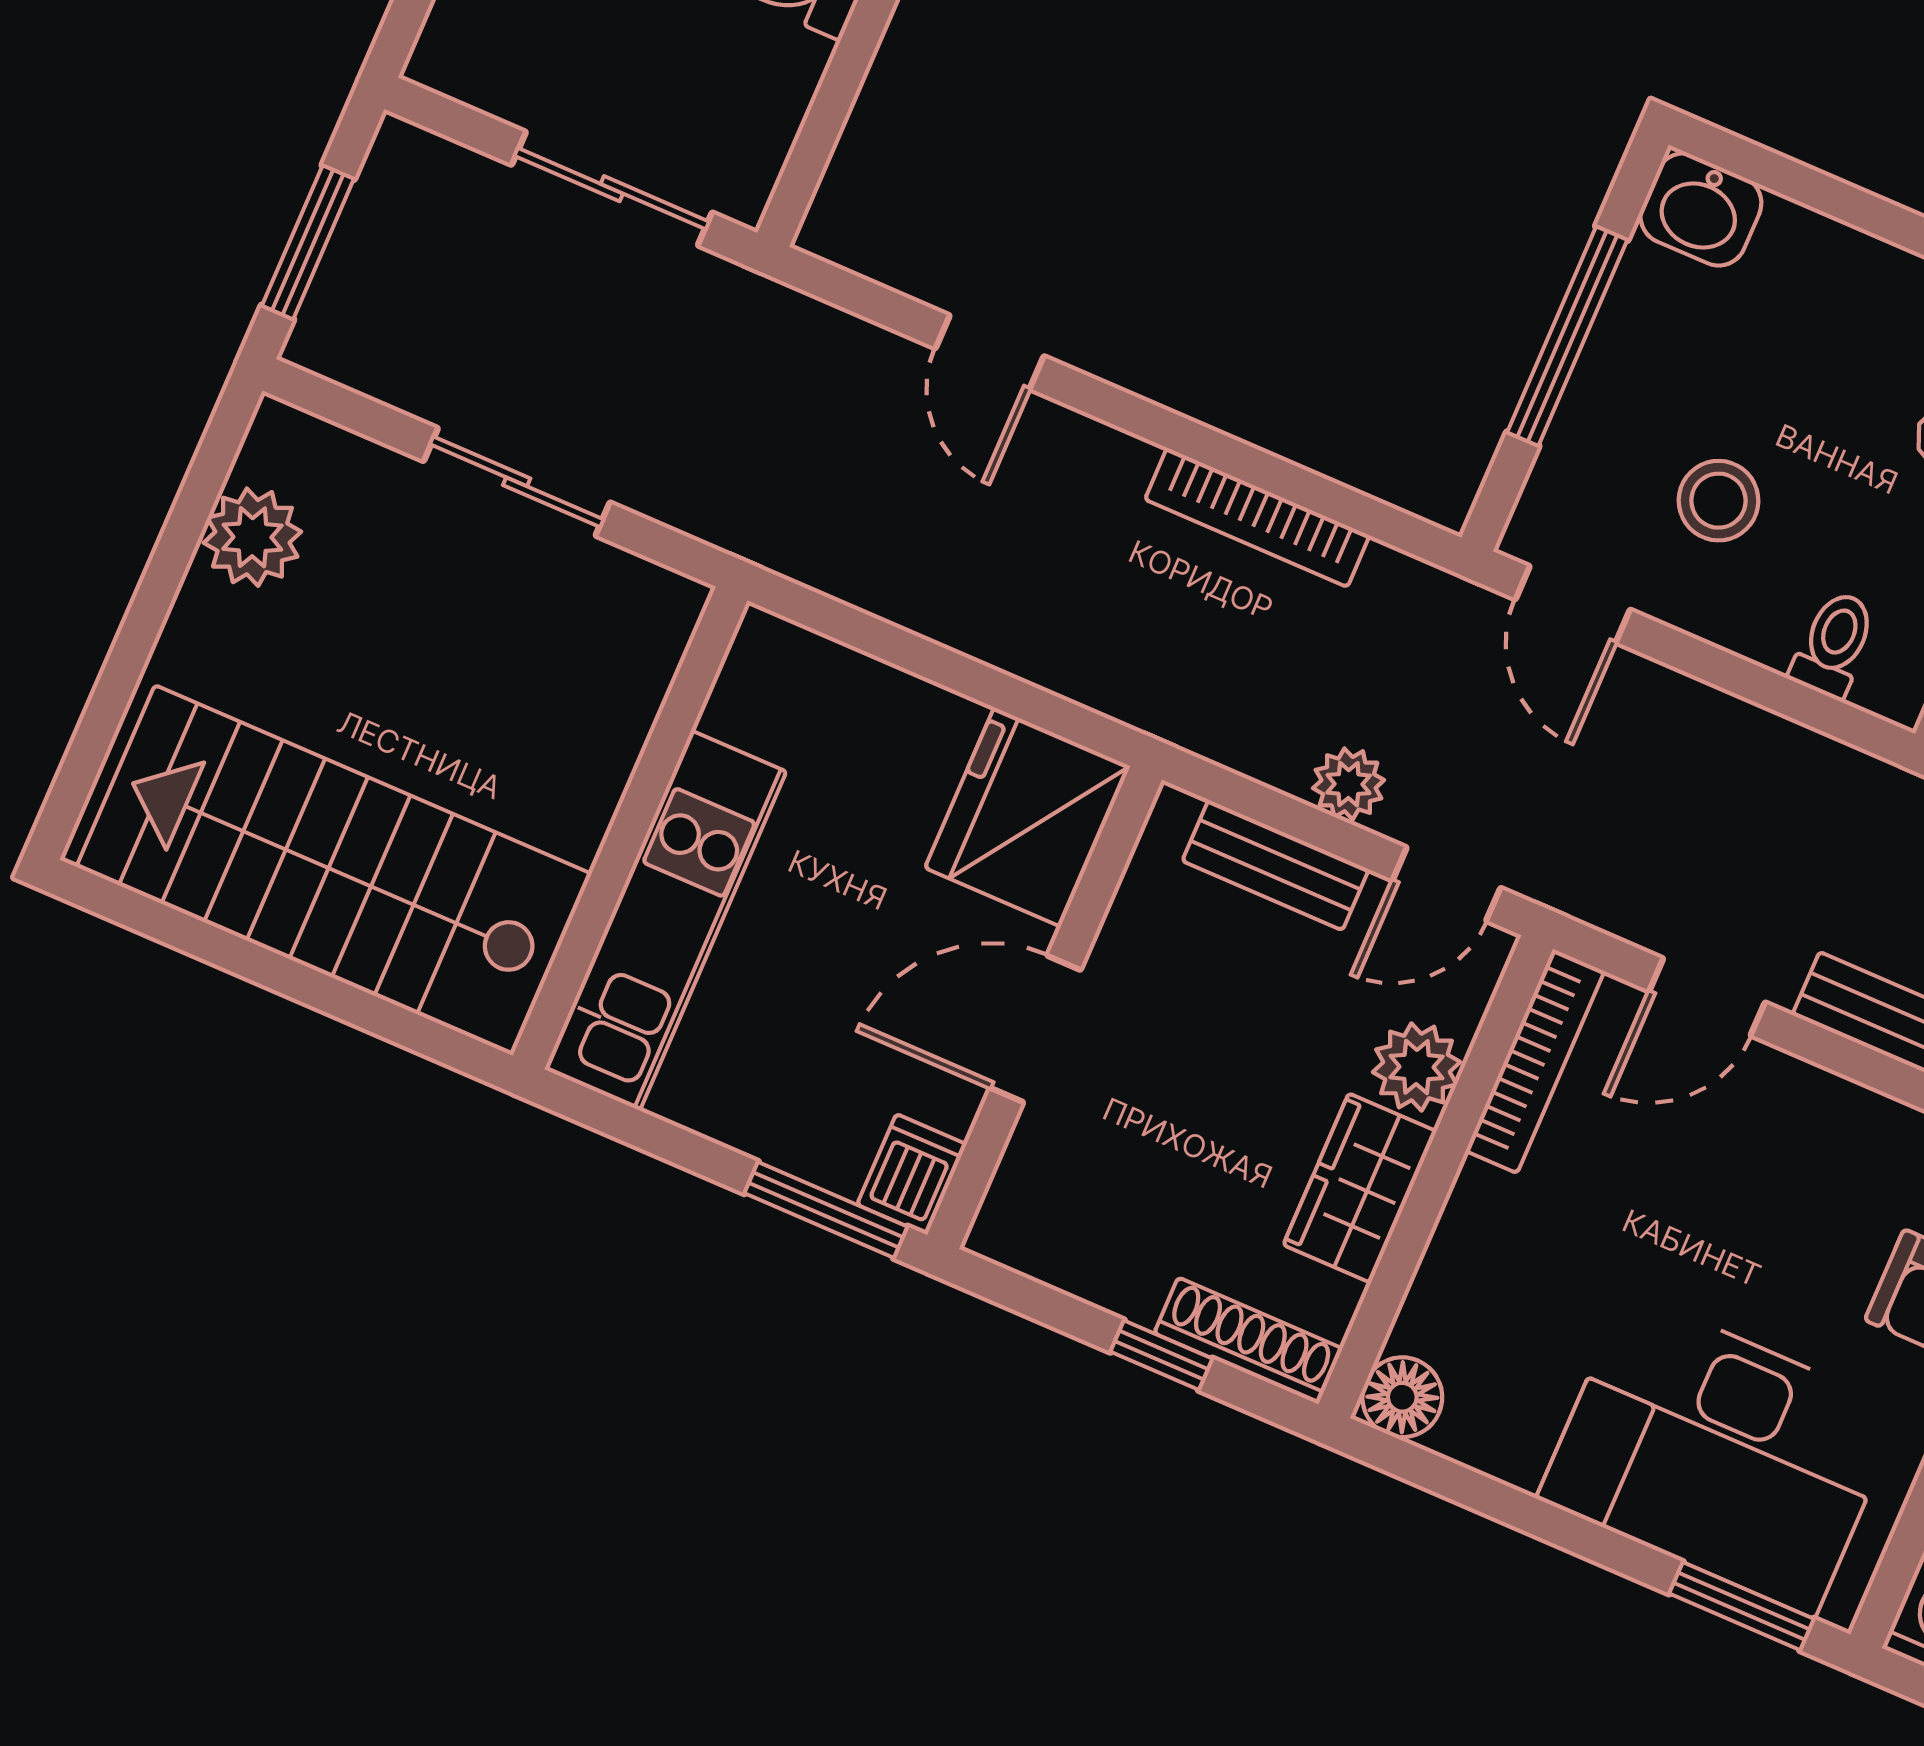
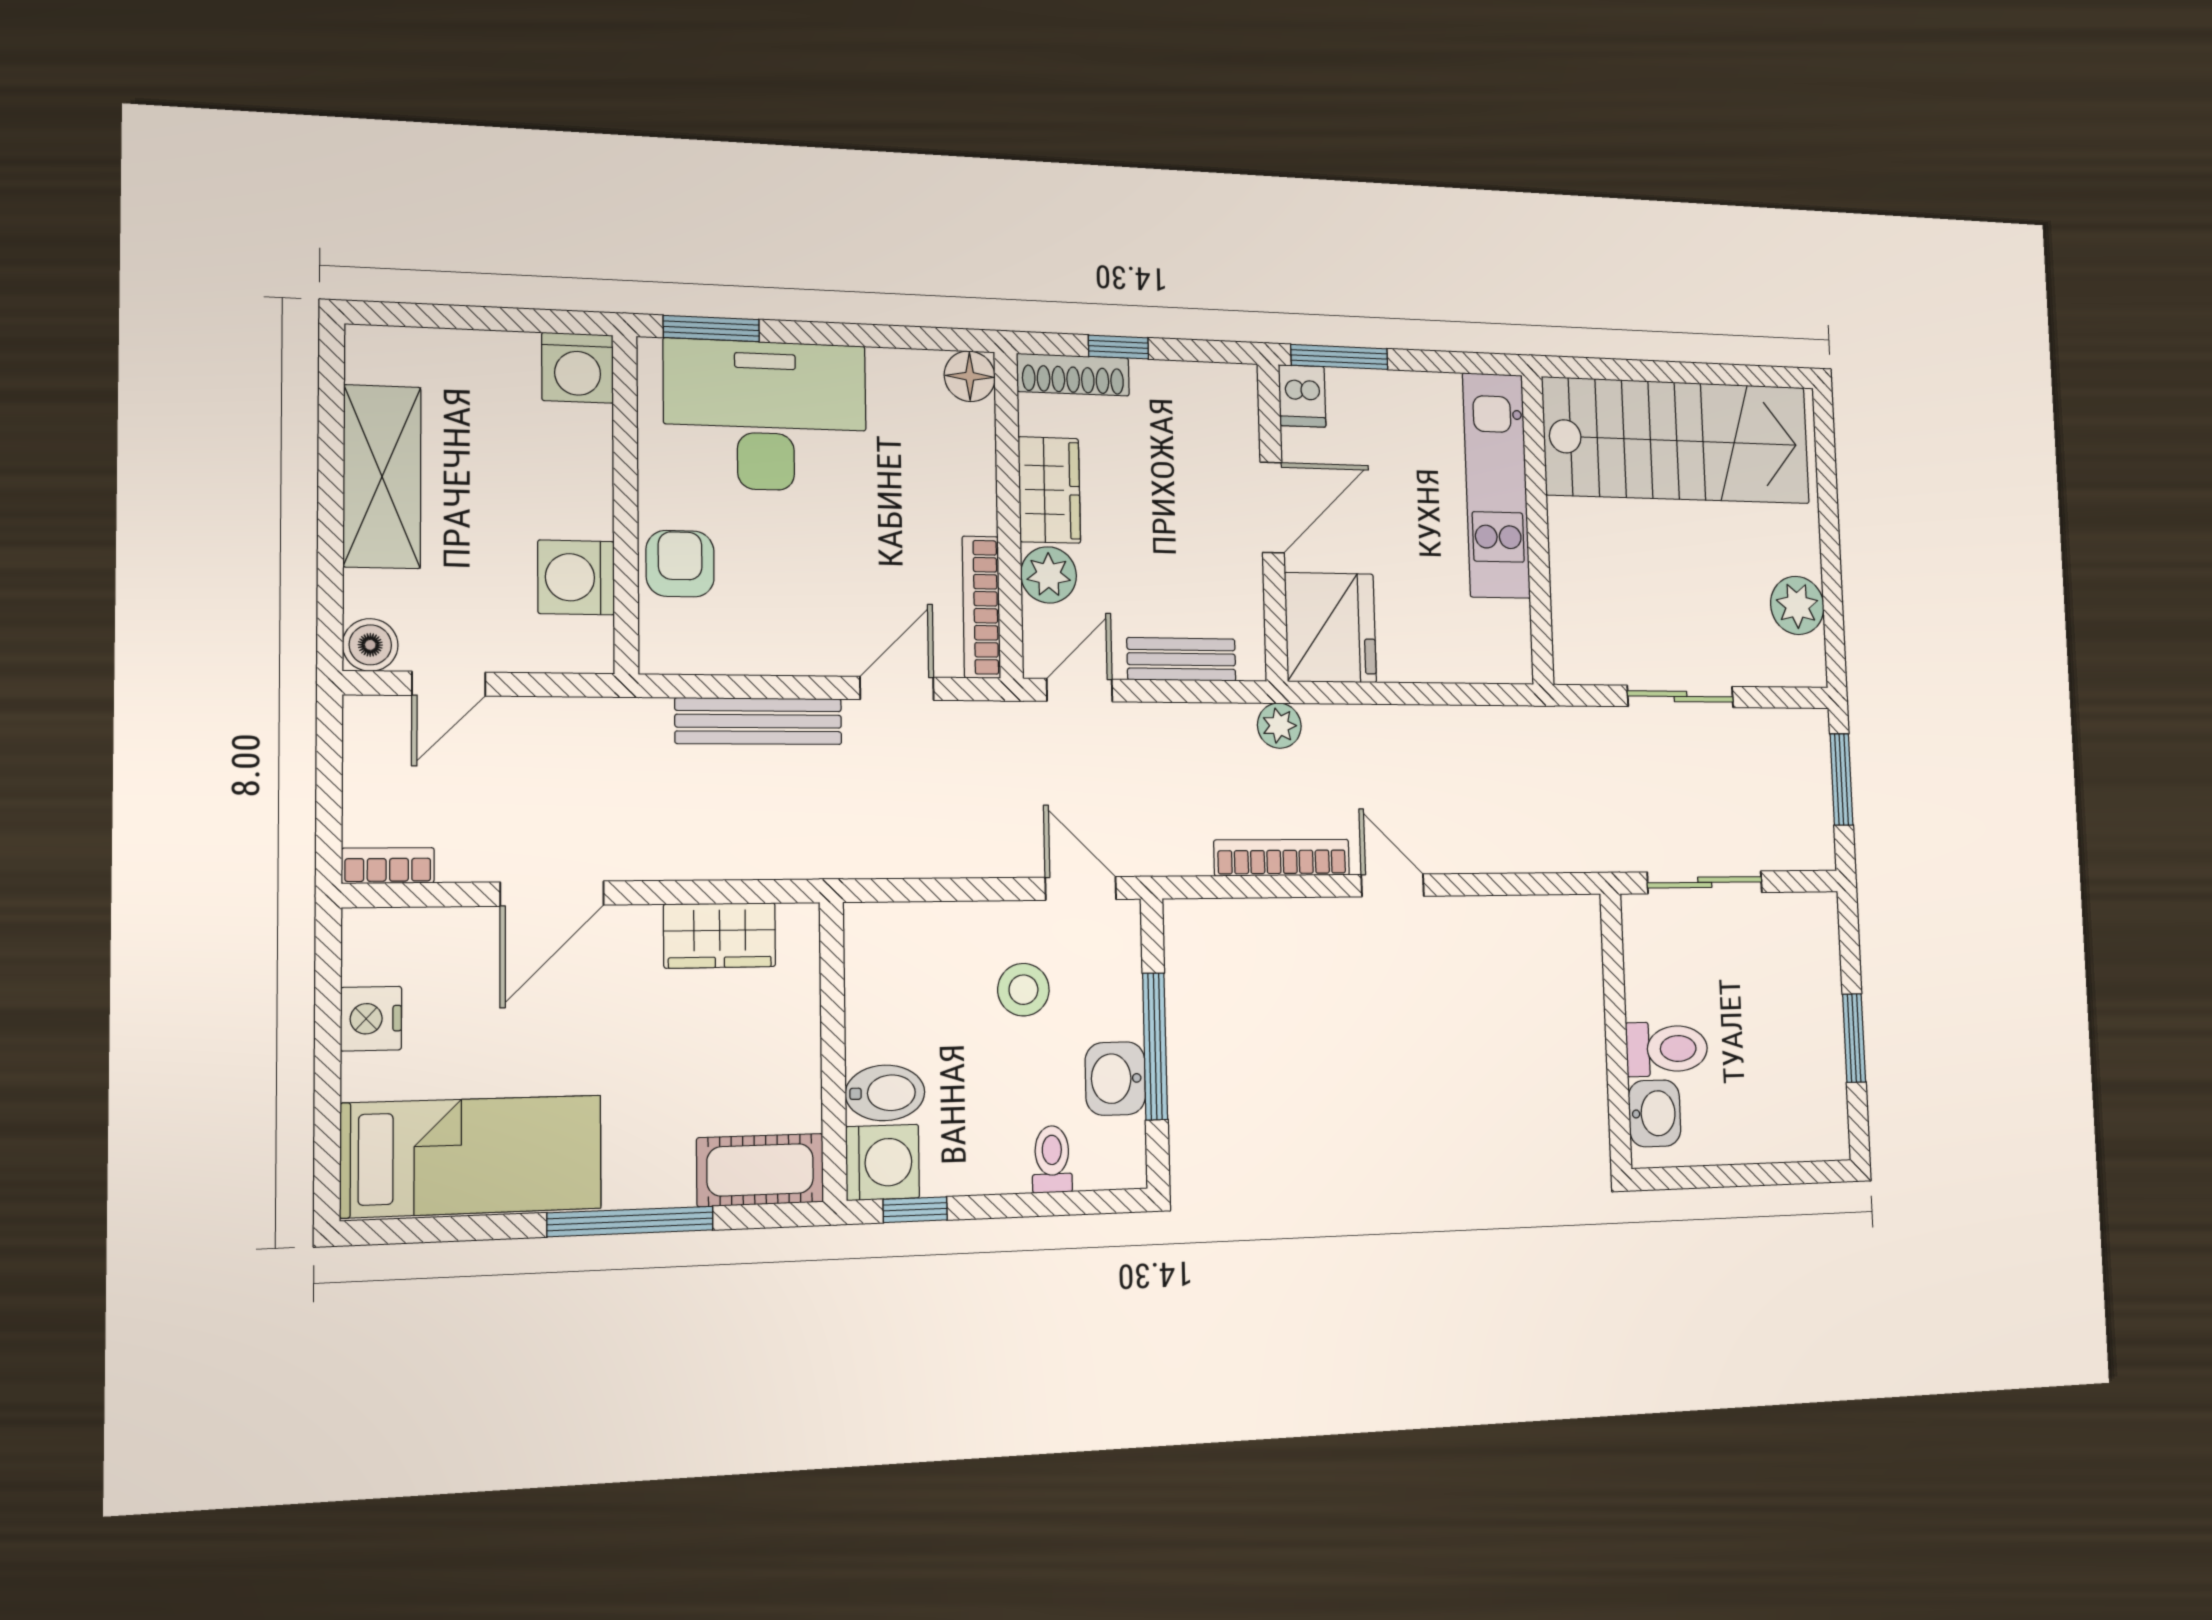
washbasin: (1701, 209) -> (1115, 1079), moved, turned -90
door: (990, 352) -> (1393, 885), moved
toilet: (1834, 644) -> (1052, 1159), moved, turned 180
plant: (1349, 784) -> (1279, 726), moved

